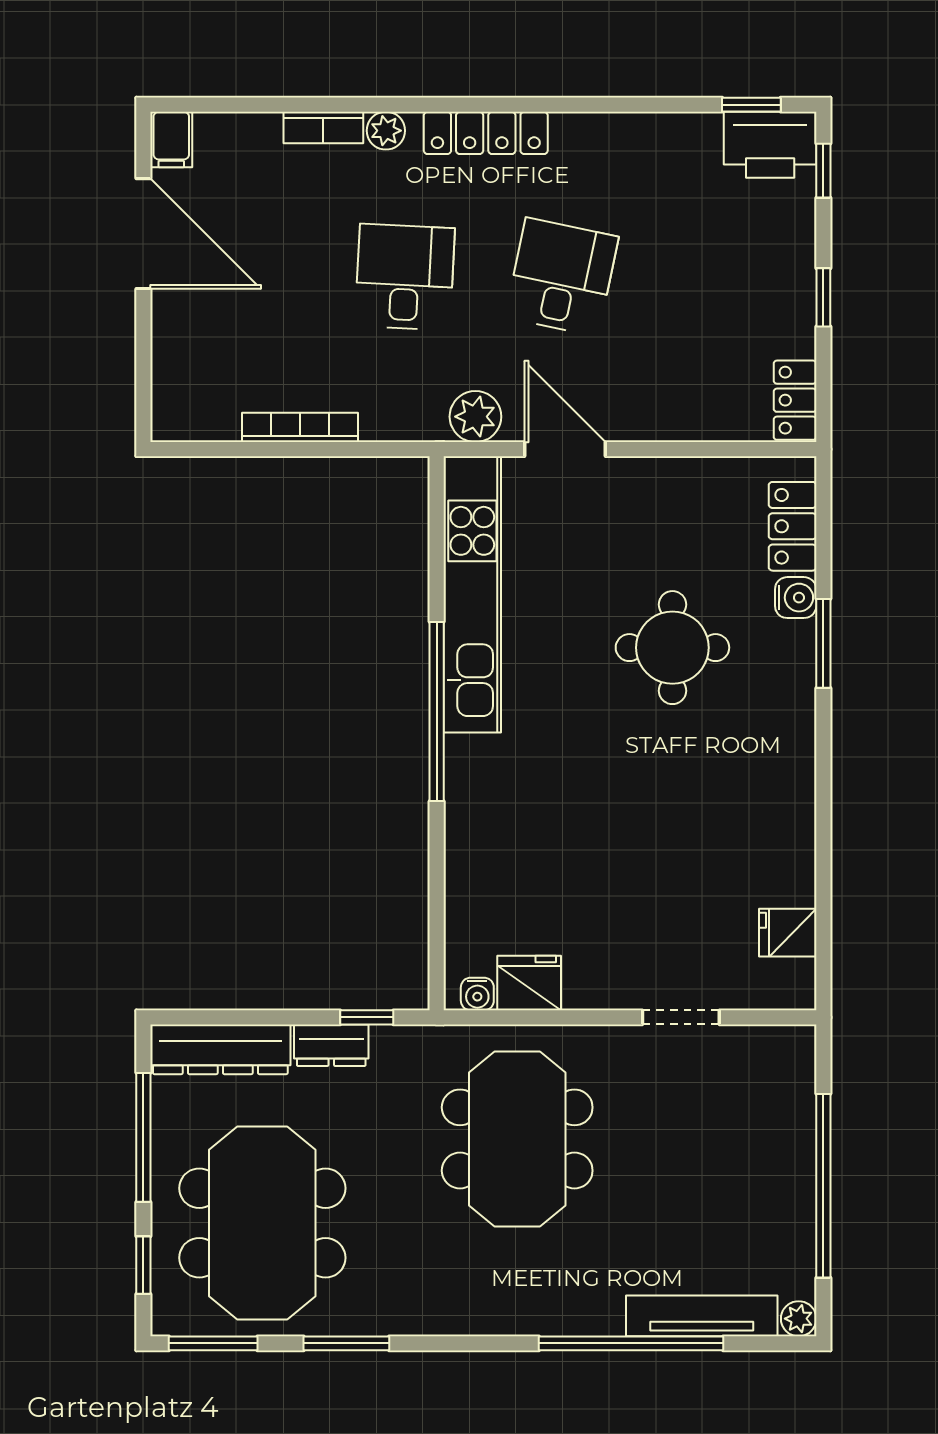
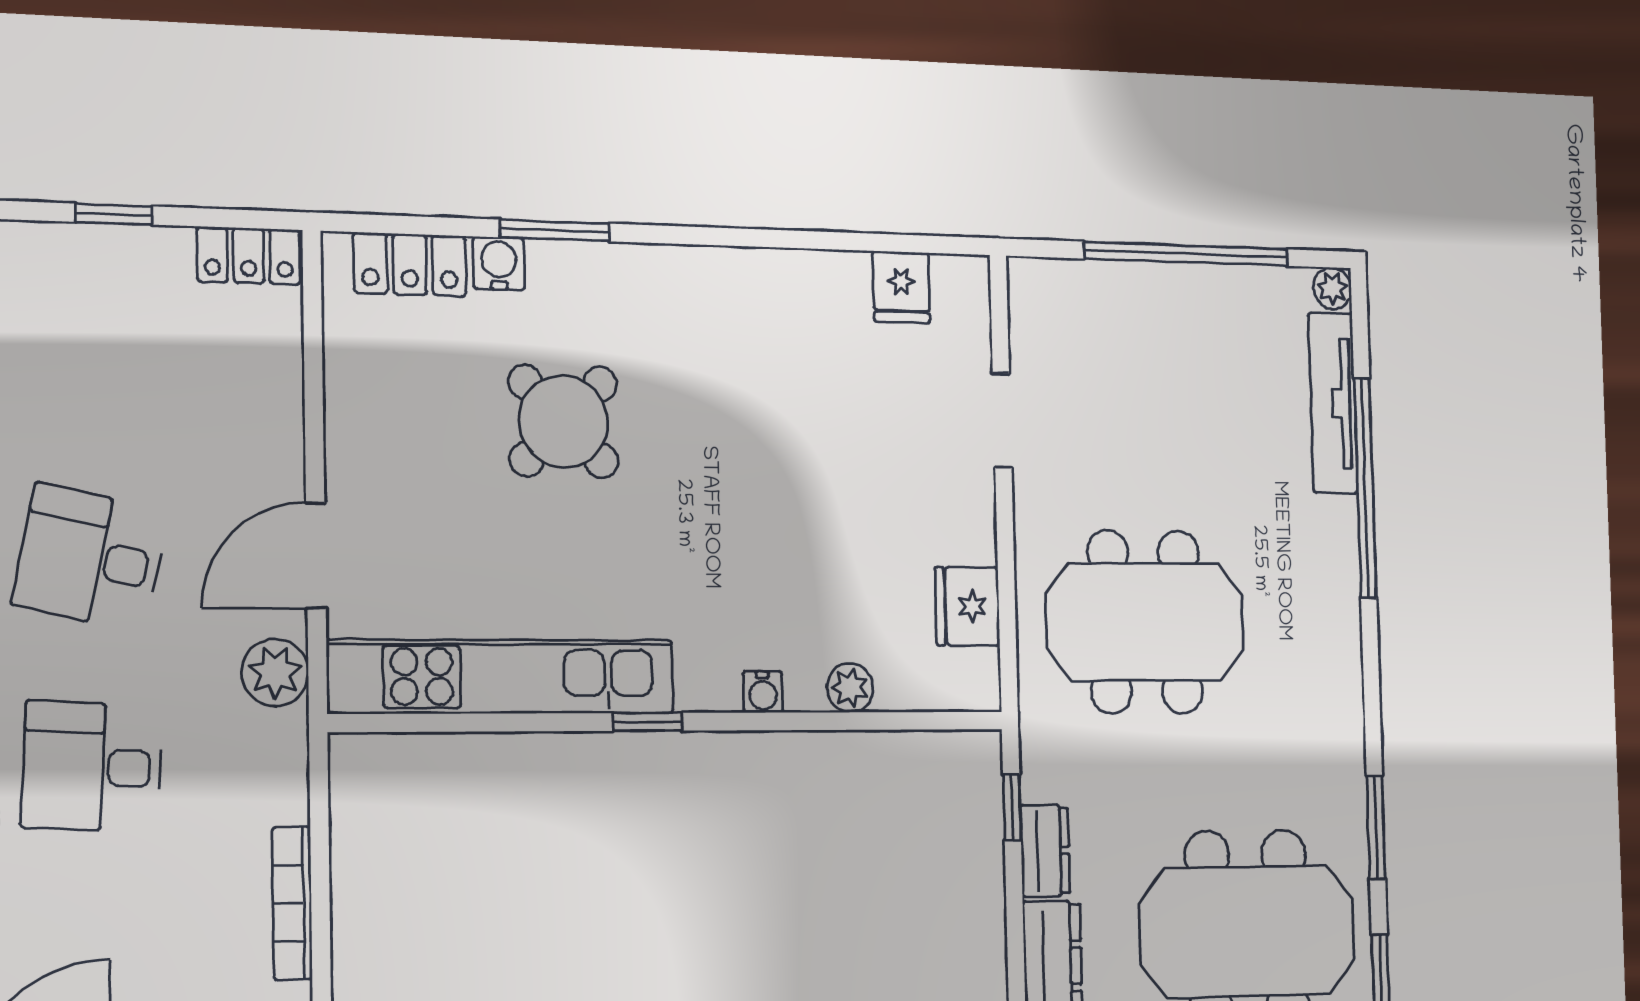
round table: (672, 648) -> (563, 421), turned 45
window: (437, 711) -> (647, 722), width x0.32
plant: (463, 881) -> (850, 688), added
water cooler: (477, 994) -> (763, 692), moved, turned 90

